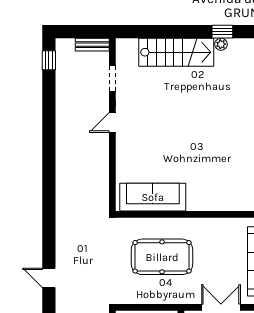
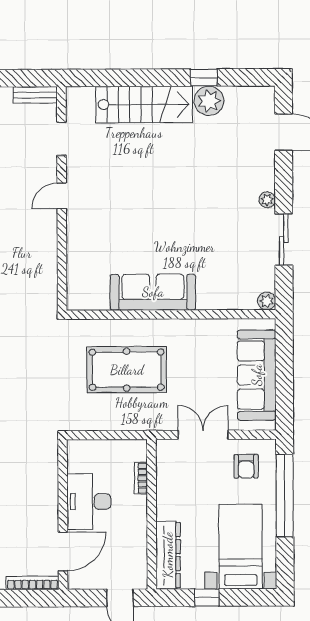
plant: (221, 44) -> (209, 101), width x1.88, depth x1.88
sofa: (153, 197) -> (153, 292), moved

